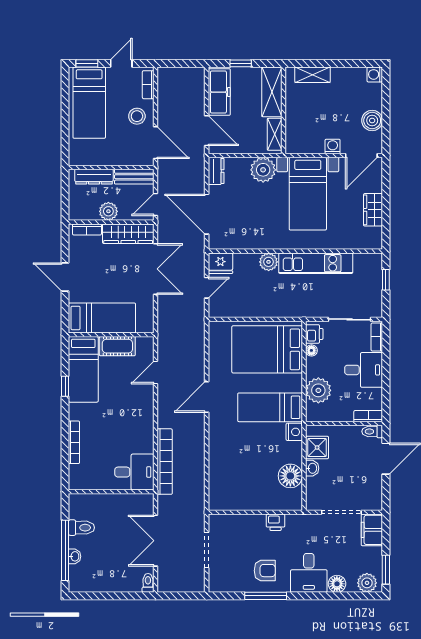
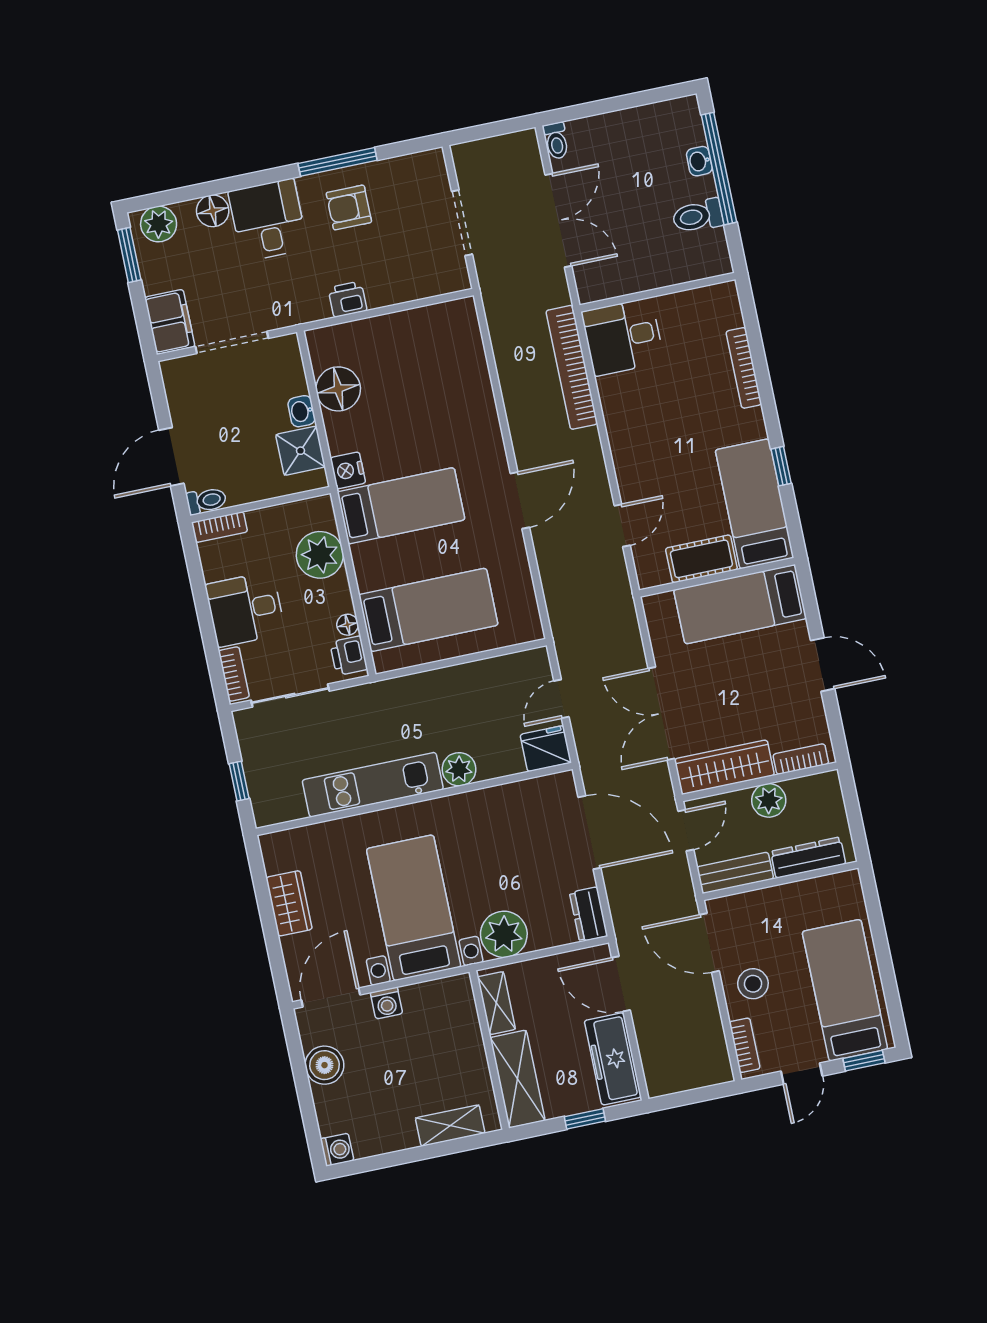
bed: (267, 349) -> (428, 610), width x0.67

